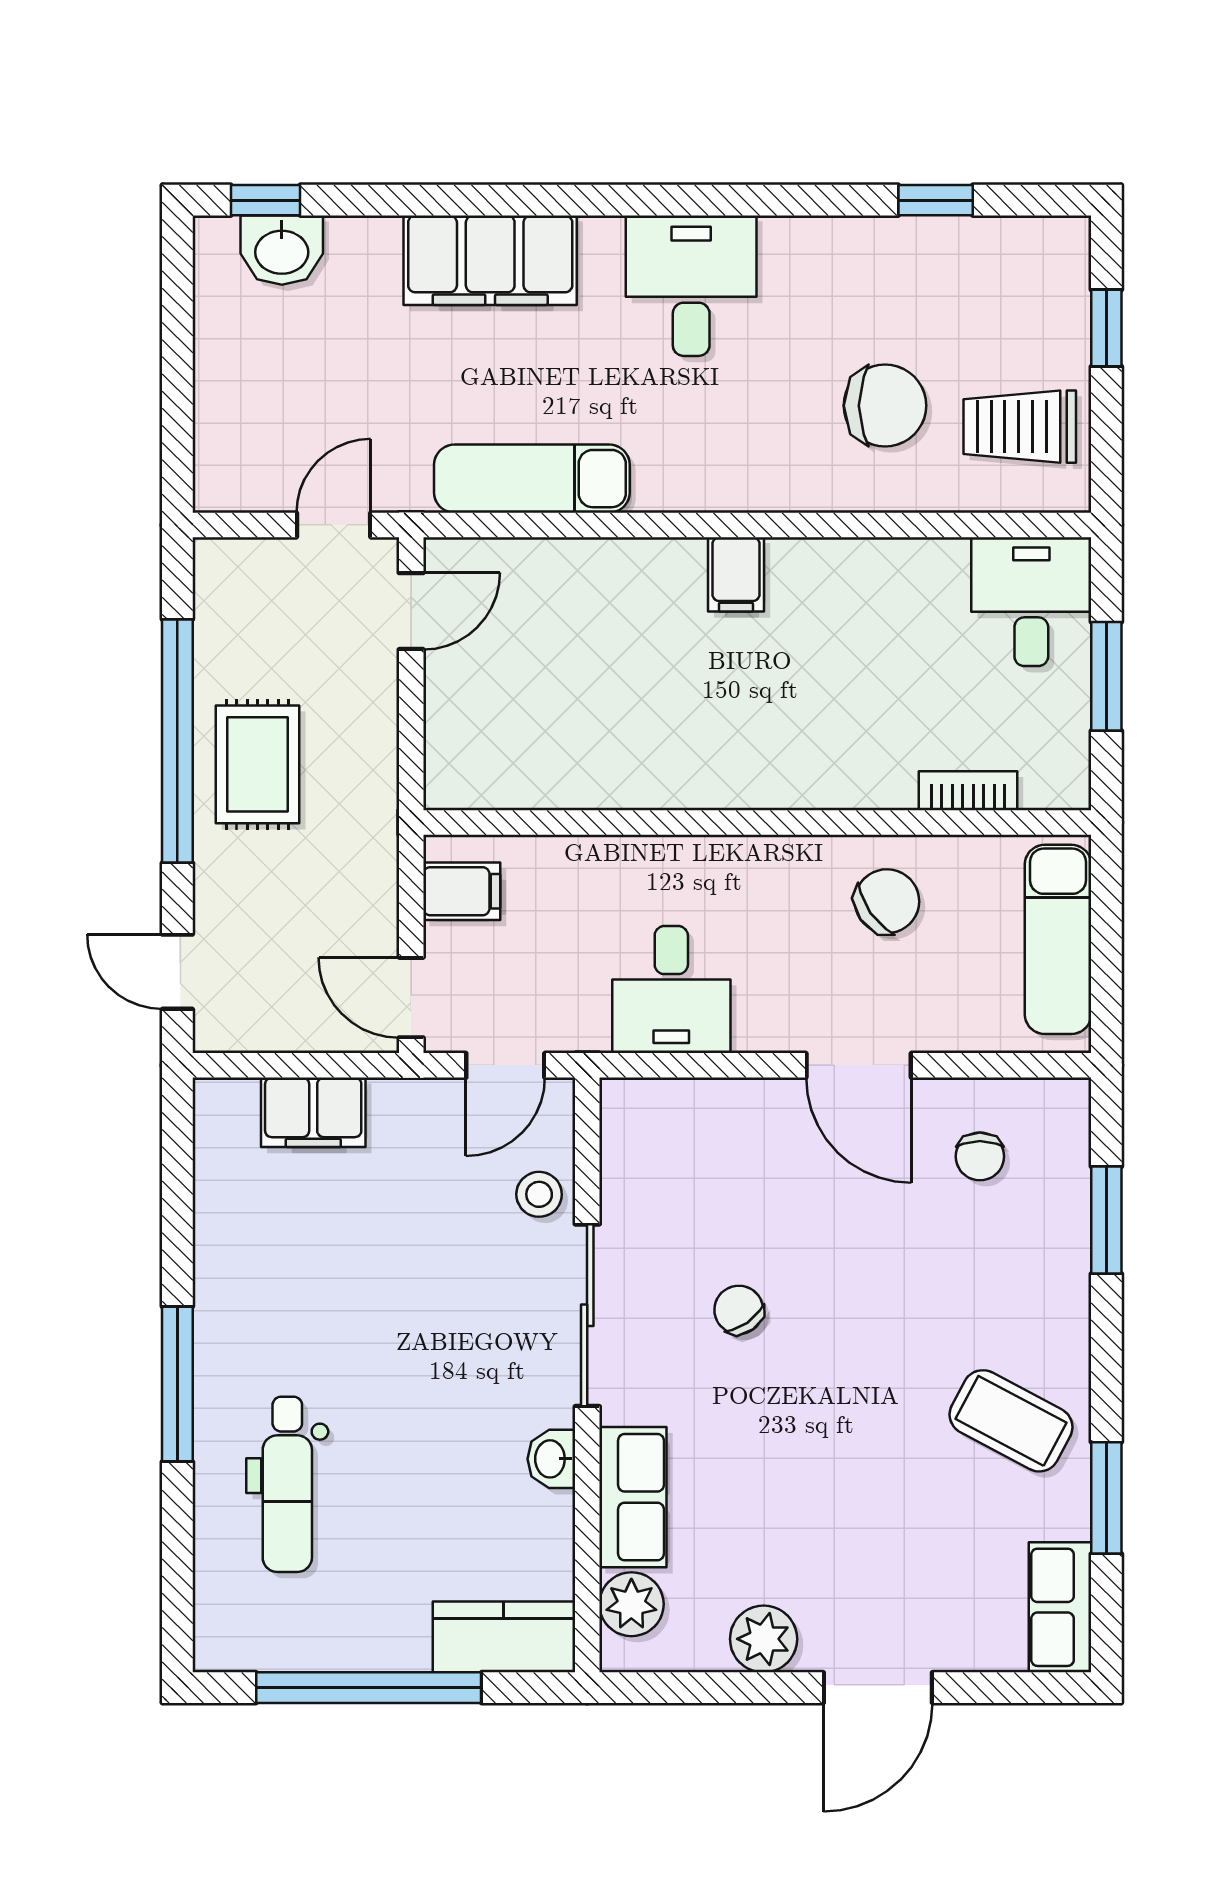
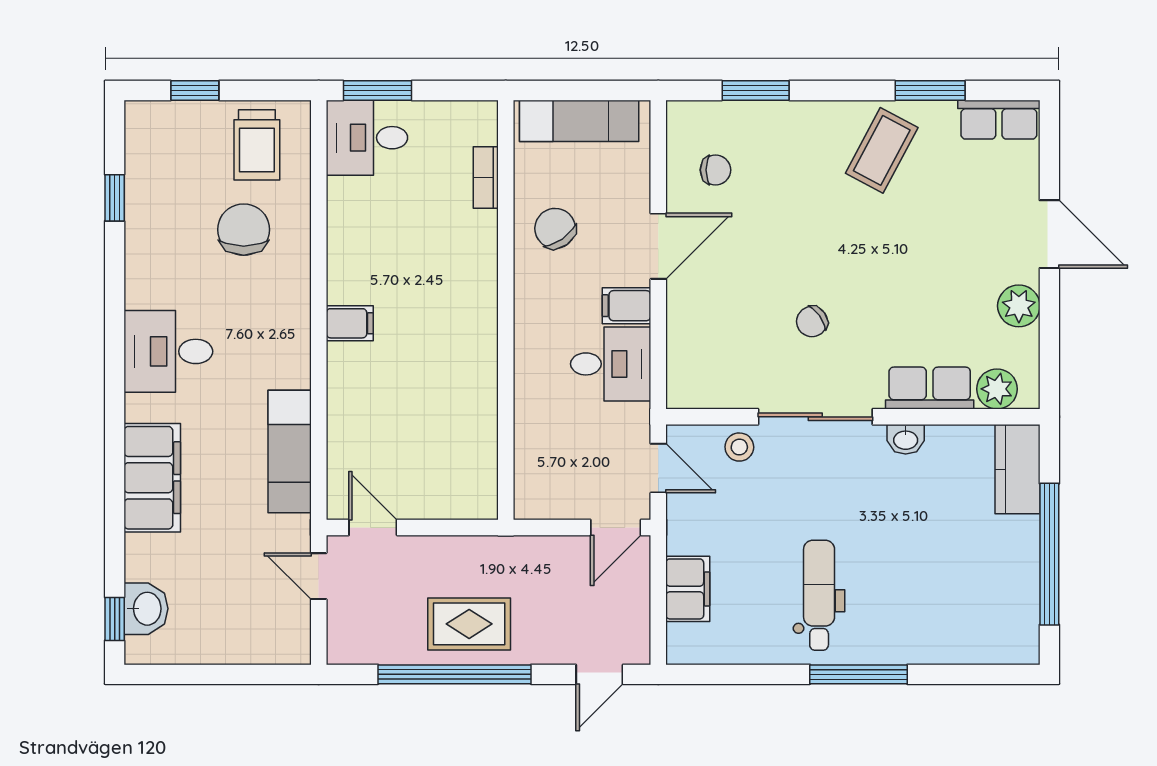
window: (1106, 676) -> (377, 91), moved
filing cabinet: (462, 891) -> (626, 306), moved, turned -90
dental chair: (287, 1484) -> (819, 595), moved, turned -90

